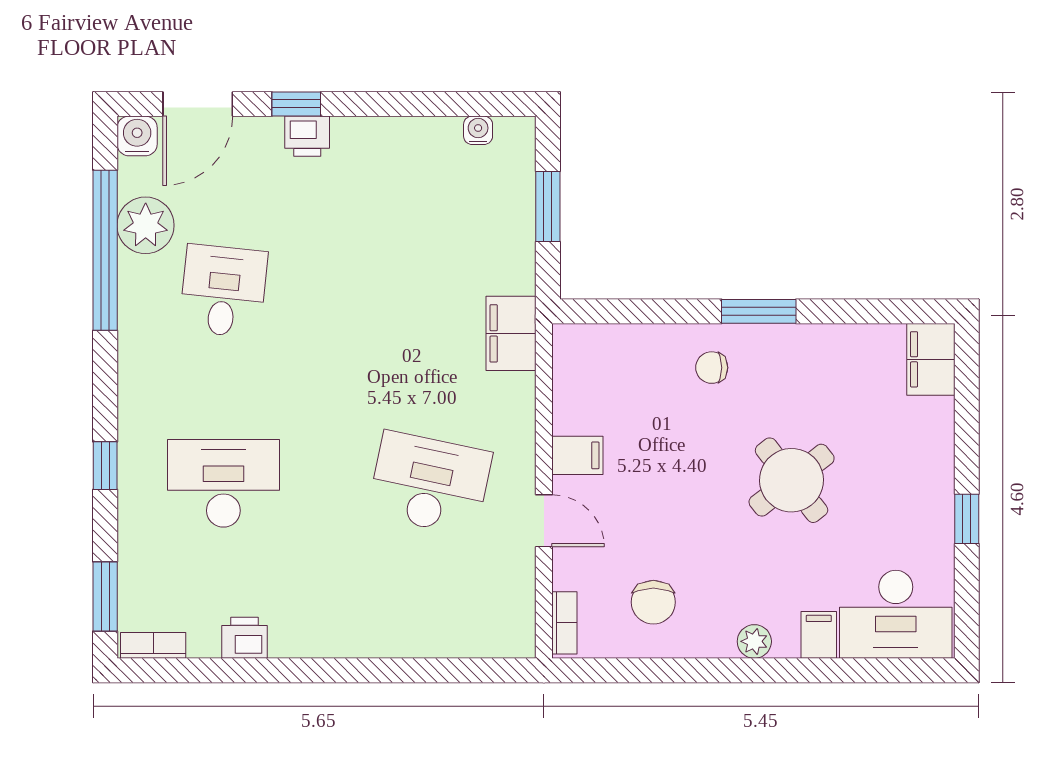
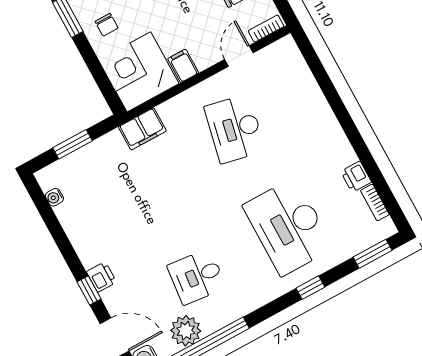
corner desk: (607, 378) -> (139, 72), added
desk: (223, 483) -> (288, 227), width x1.36, depth x1.30
door: (544, 521) -> (239, 56), moved
bookcase: (153, 645) -> (375, 203), moved

